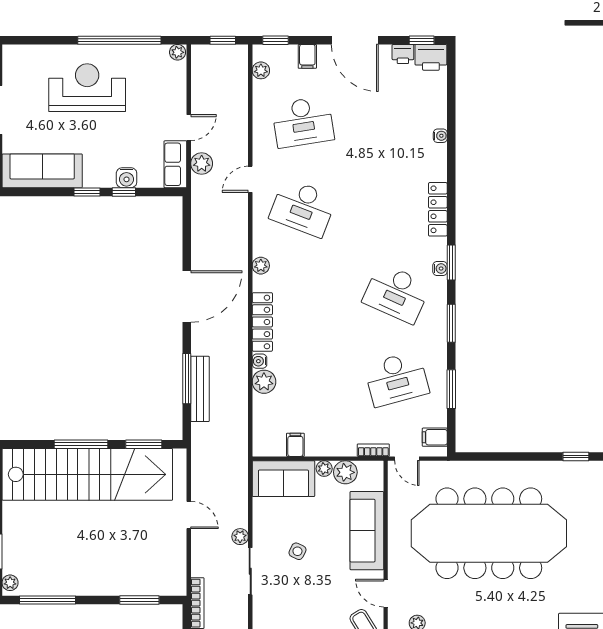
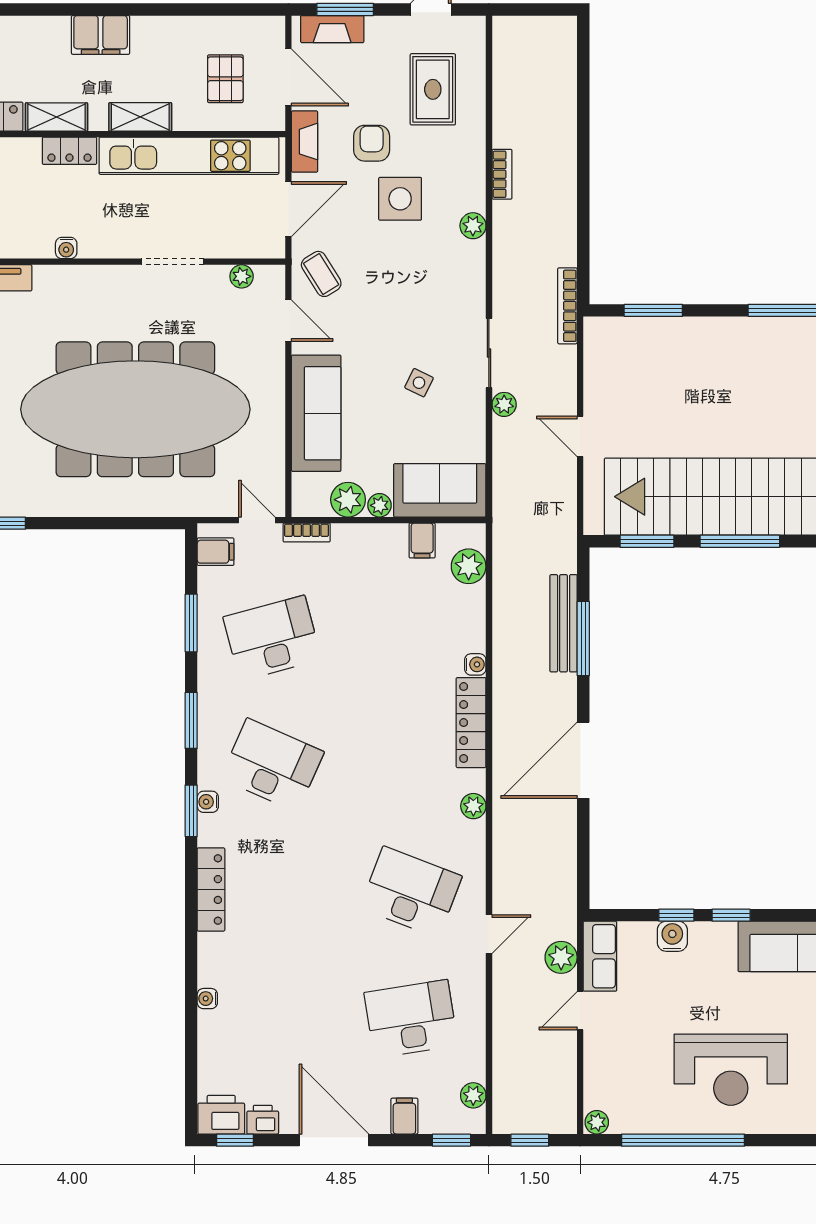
plant: (264, 382) -> (469, 566), moved

